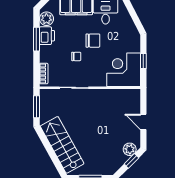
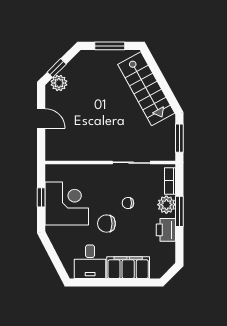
plant: (46, 19) -> (166, 205), moved
window: (36, 39) -> (179, 211), moved
corner desk: (124, 70) -> (67, 203), moved, turned -90

